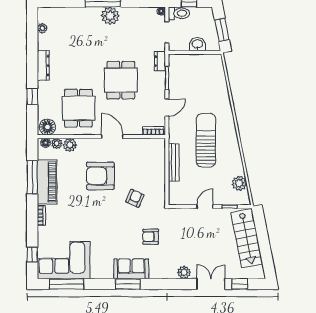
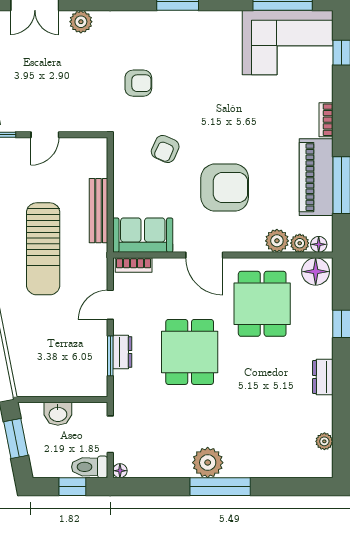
dresser: (160, 61) -> (122, 352), moved
dresser: (43, 66) -> (323, 377), width x0.70
sofa: (131, 269) -> (143, 235), moved, turned 180

